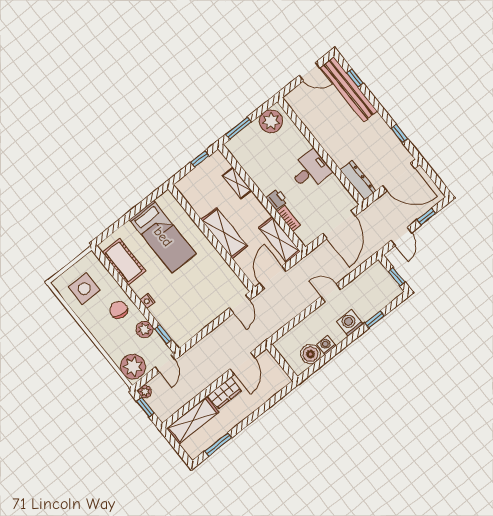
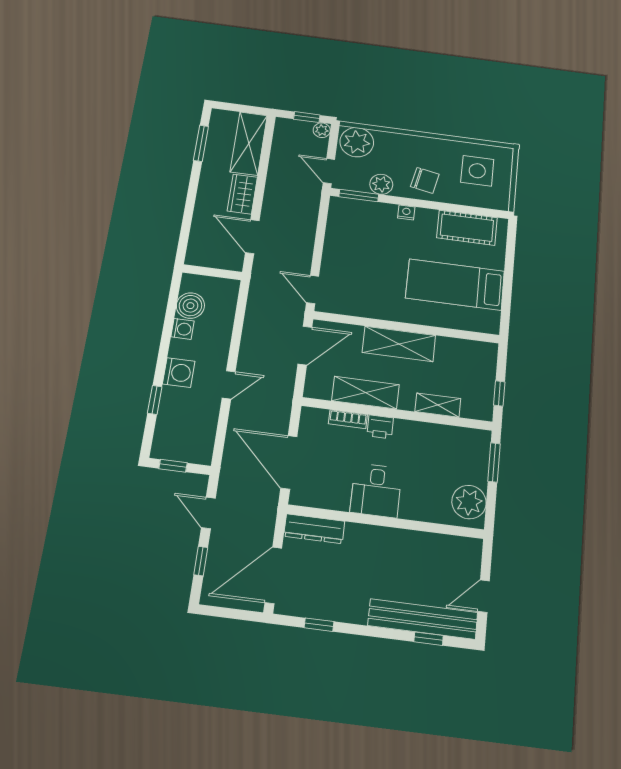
shelving: (279, 239) -> (365, 393), moved
door: (273, 277) -> (305, 346), hinge flipped
window: (163, 334) -> (359, 195), width x1.50

